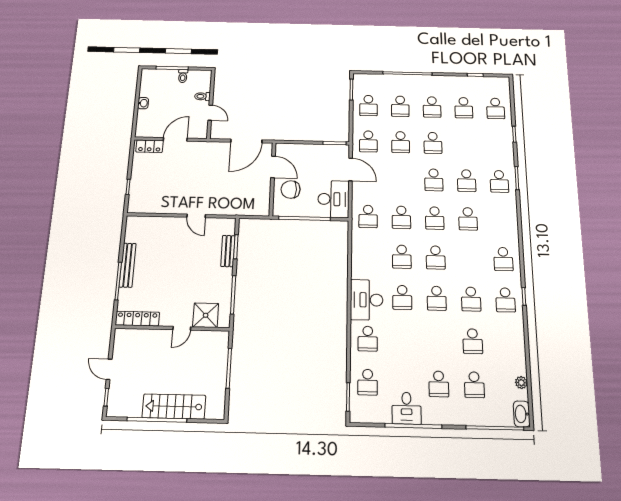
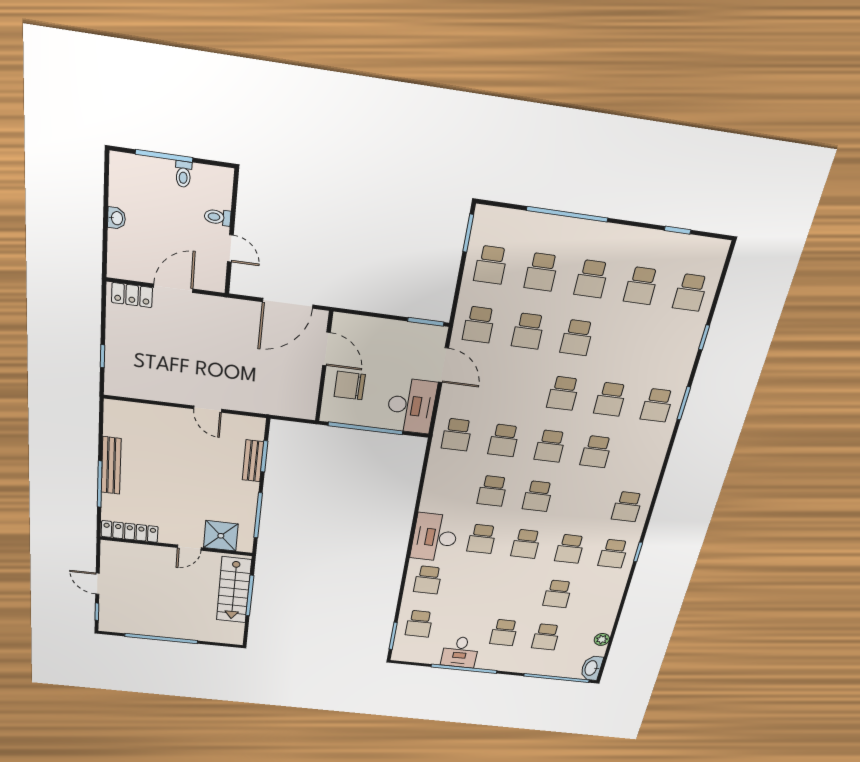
stairs: (174, 406) -> (234, 590), moved, turned -90

